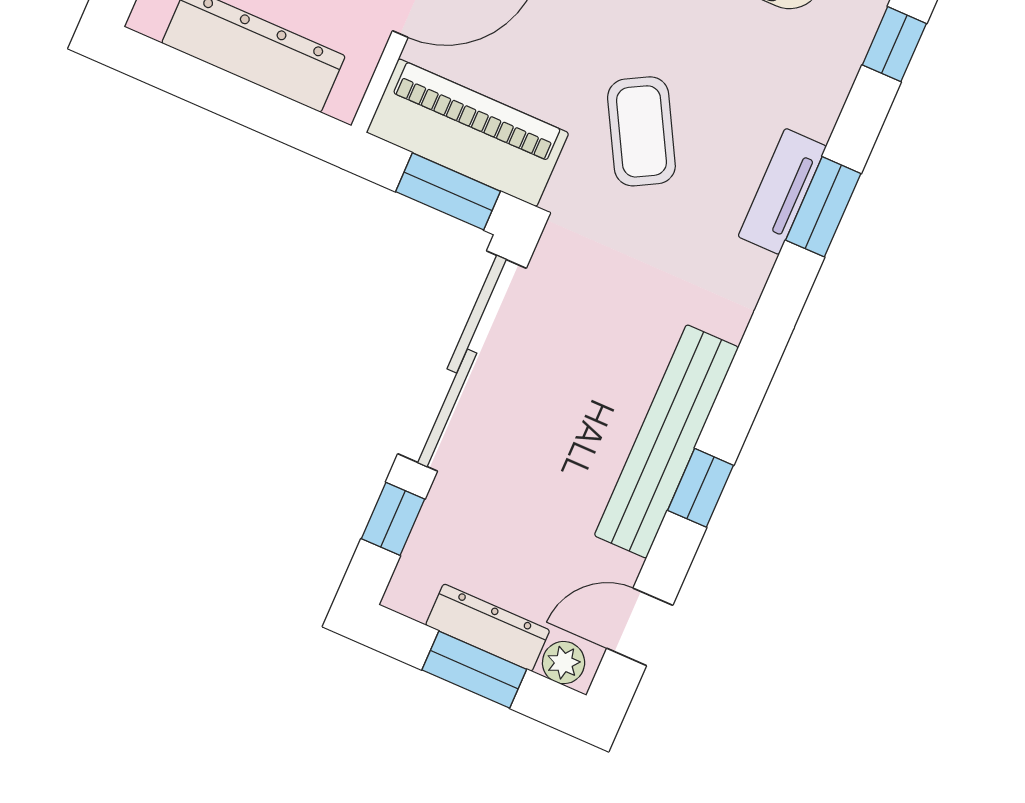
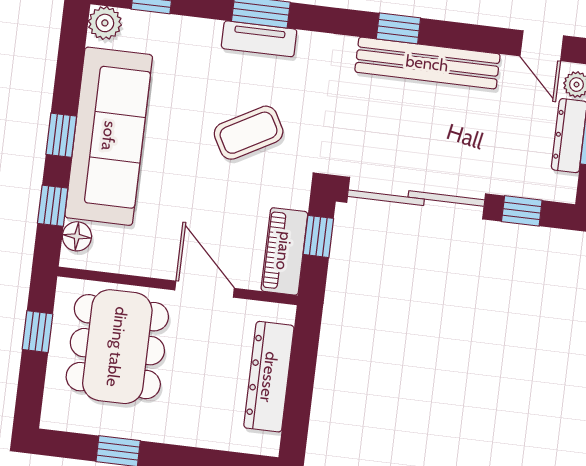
piano: (467, 133) -> (284, 251), width x0.73, depth x0.75
window: (448, 191) -> (318, 236), width x0.67
window: (701, 488) -> (398, 28), moved

